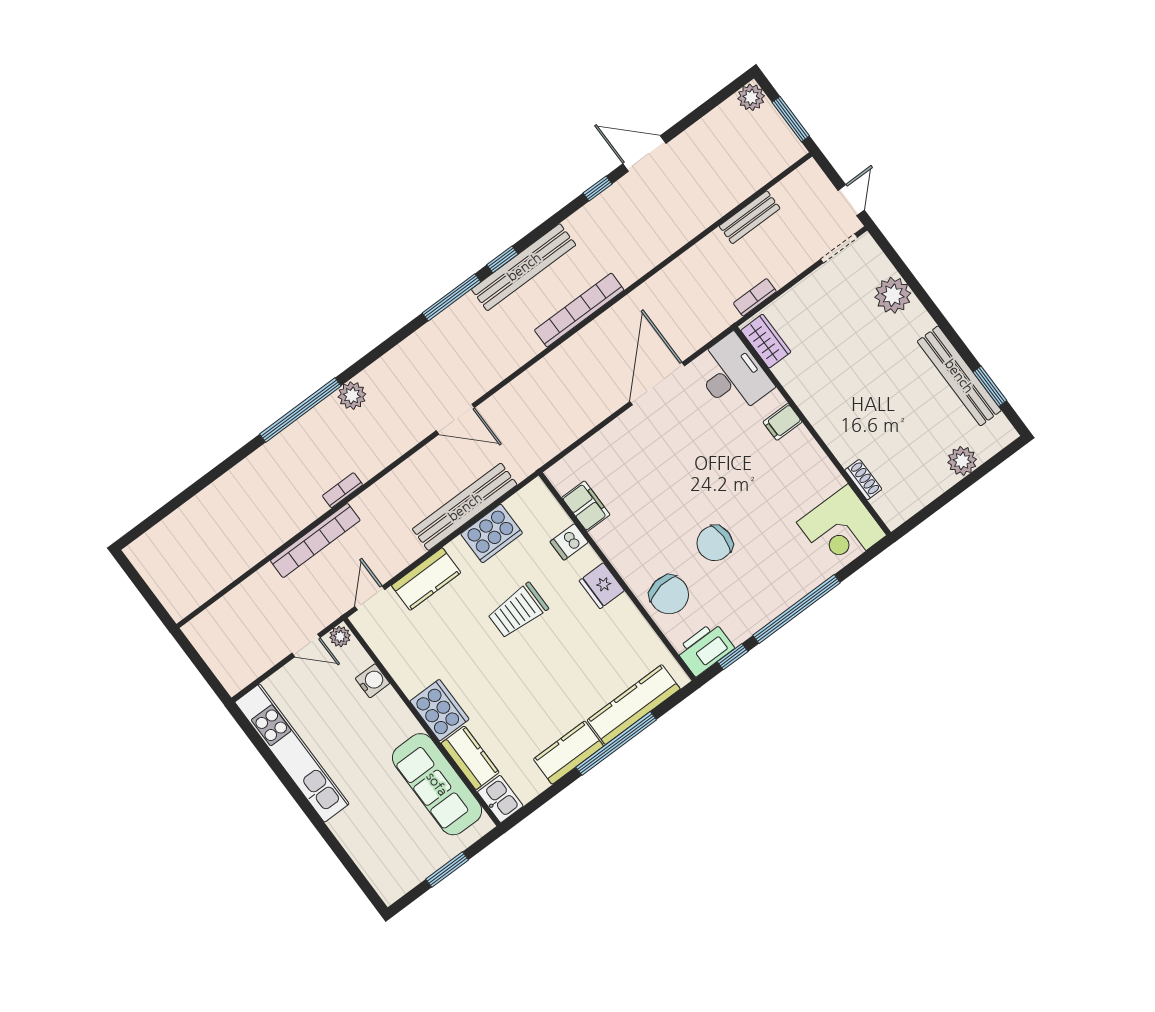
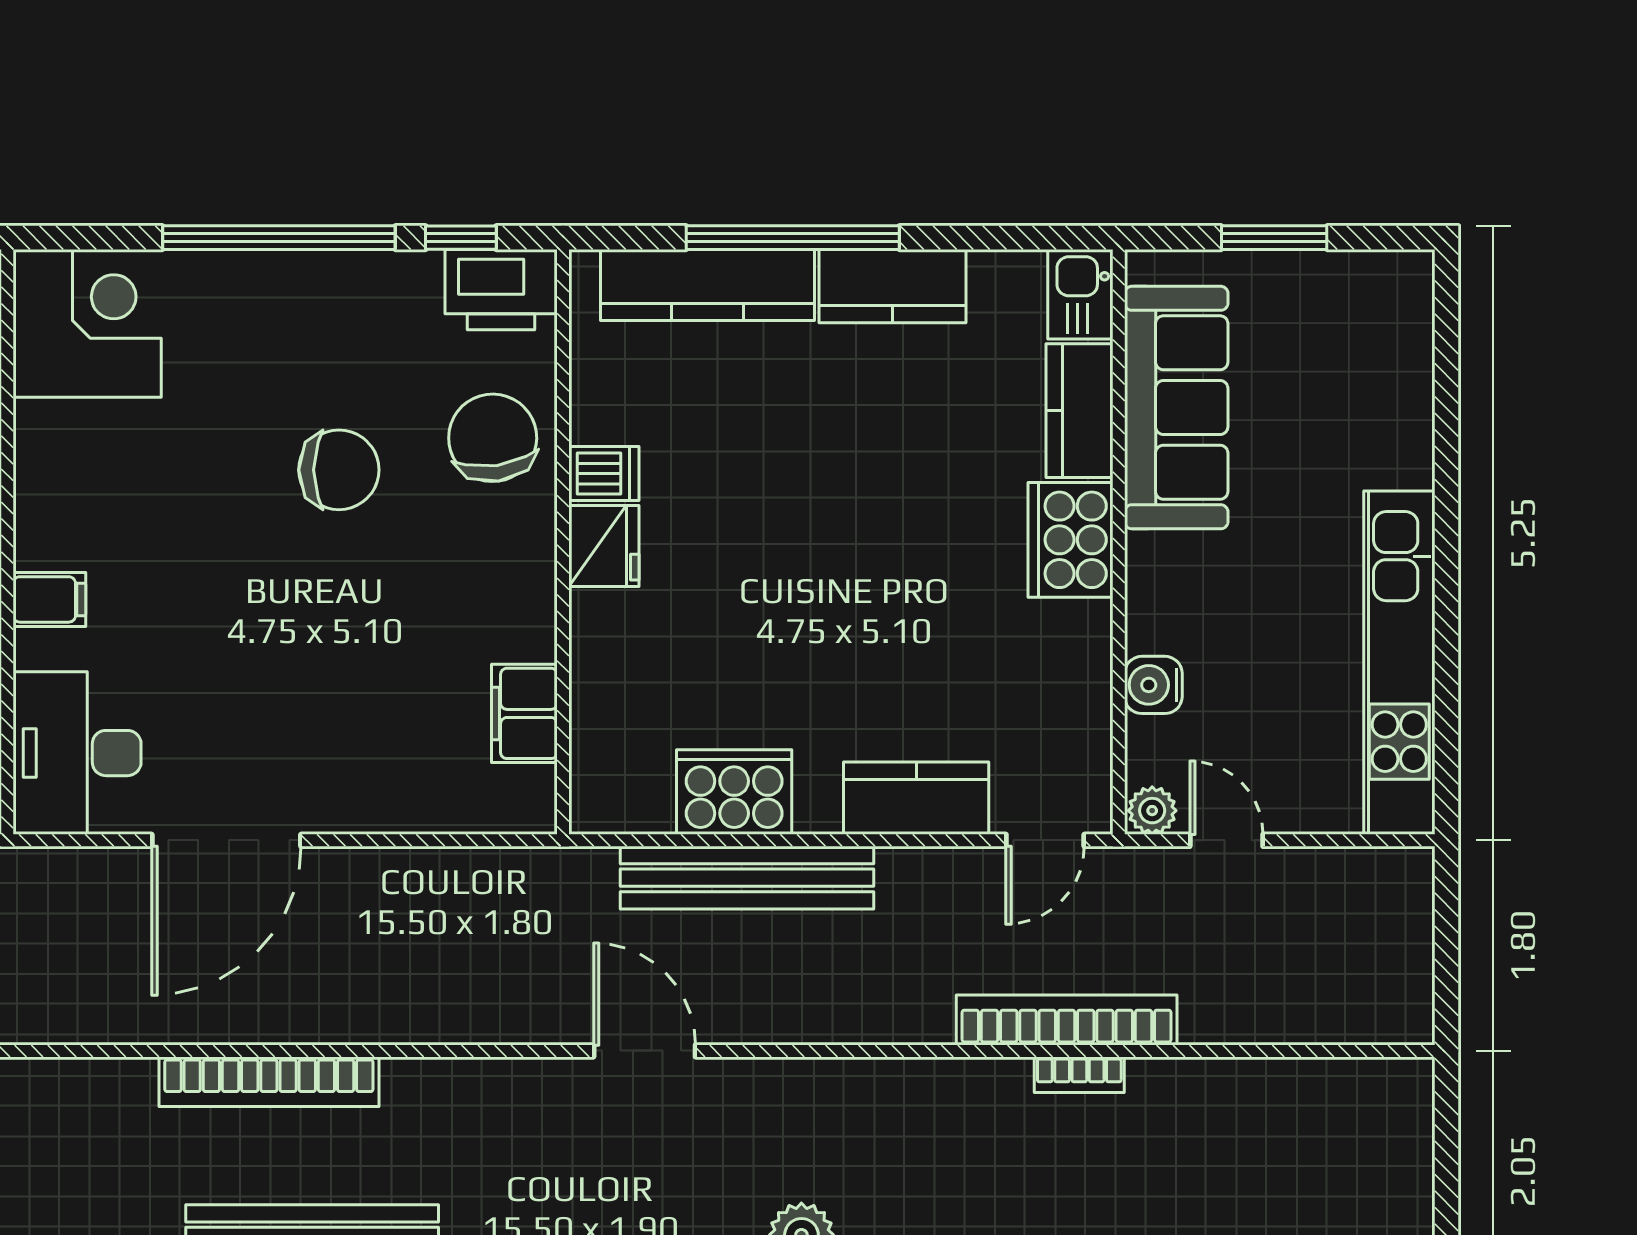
bookcase: (342, 490) -> (1079, 1075), moved
dishwasher: (569, 542) -> (604, 473), moved
trolley: (518, 611) -> (792, 615), removed

